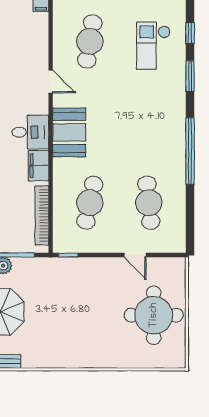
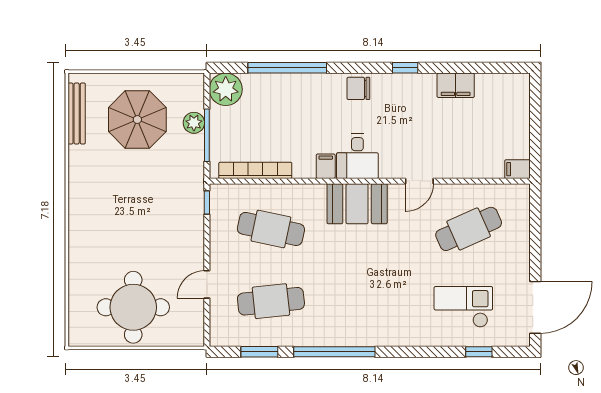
cafe table: (90, 41) -> (469, 229), turned -33
window: (190, 76) -> (259, 352), moved
filing cabinet: (39, 166) -> (326, 166), width x0.50

